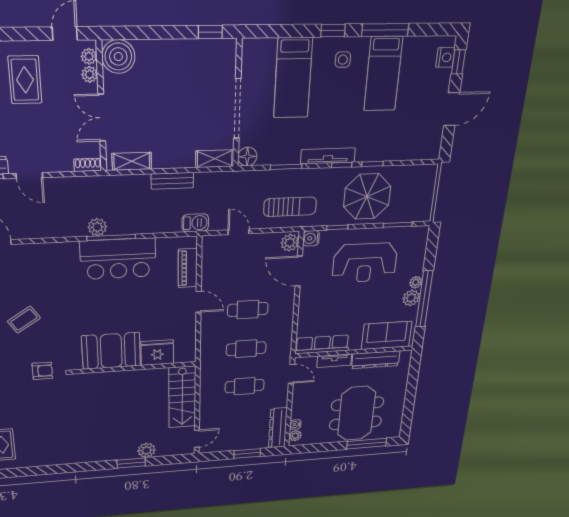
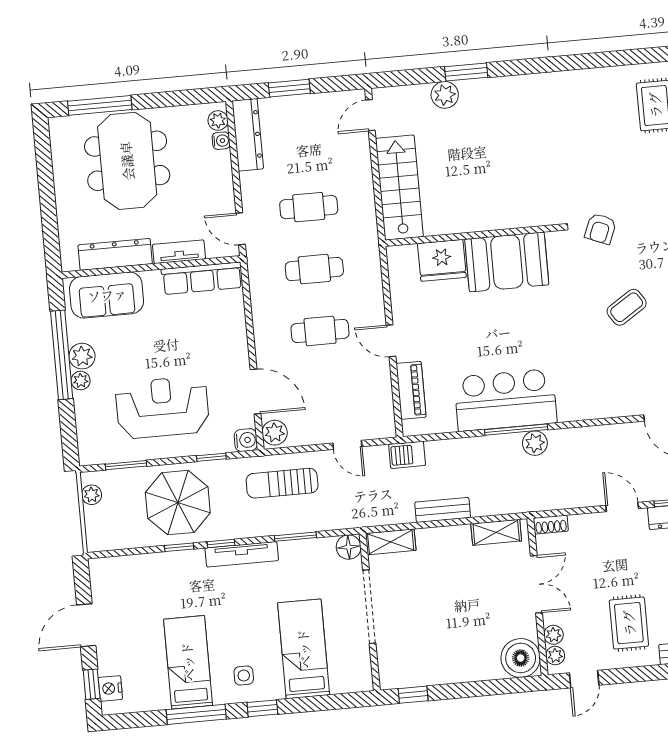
plant: (426, 205) -> (92, 495), added
armchair: (42, 371) -> (600, 229), turned -68

